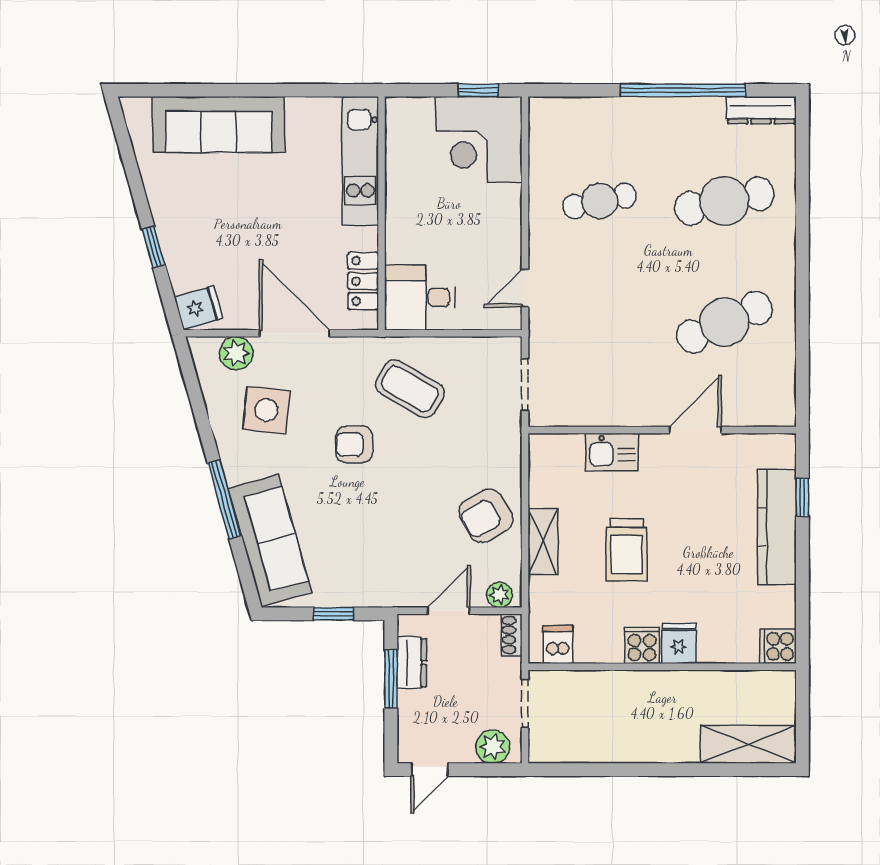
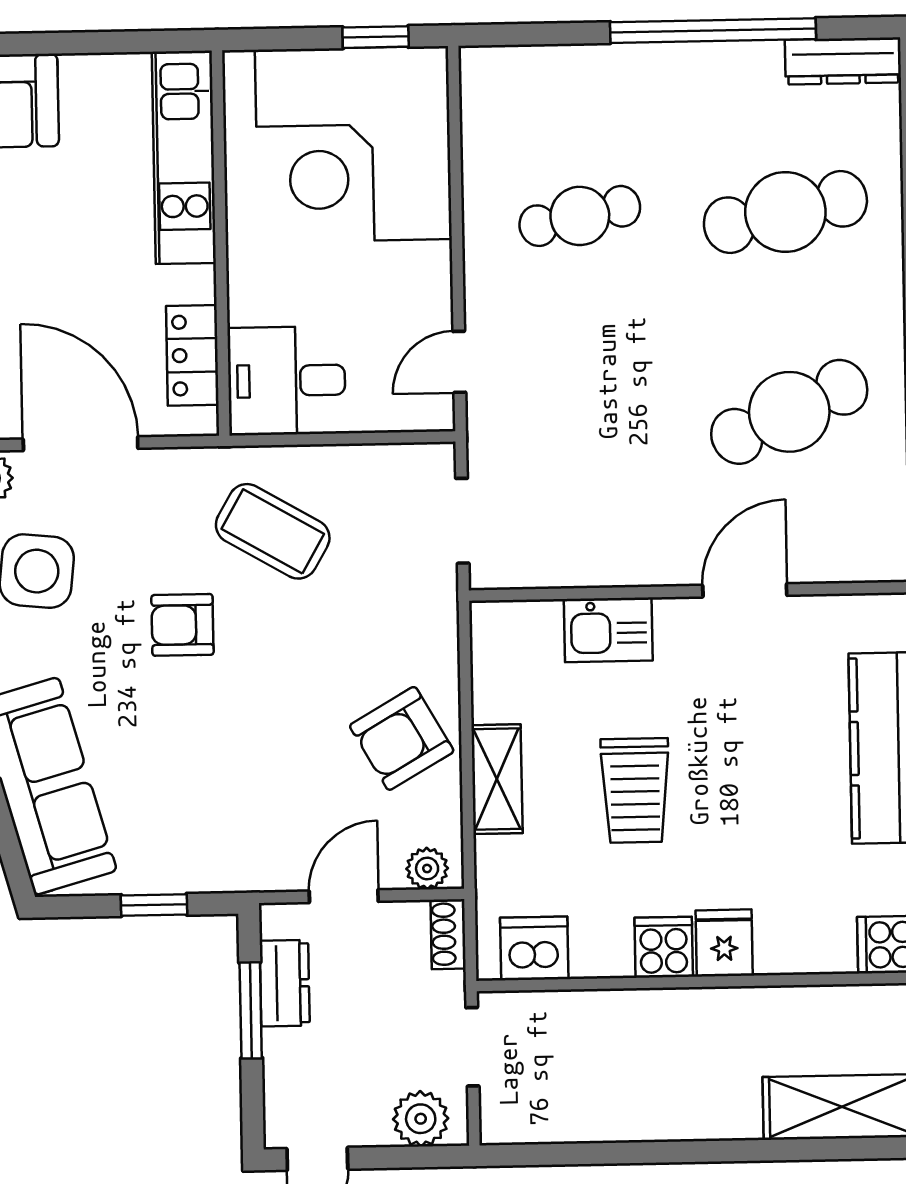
corner desk: (479, 140) -> (353, 144), width x1.36, depth x1.36
dishwasher: (558, 645) -> (534, 948), width x1.38

